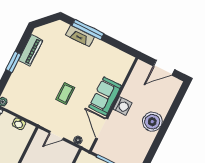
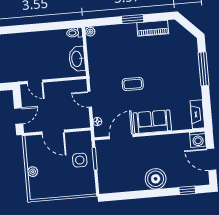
fireplace: (80, 36) -> (197, 114), moved
window: (177, 102) -> (187, 190), added
washing machine: (123, 106) -> (198, 139), moved
washbasin: (19, 124) -> (77, 59), width x1.91, depth x1.45

